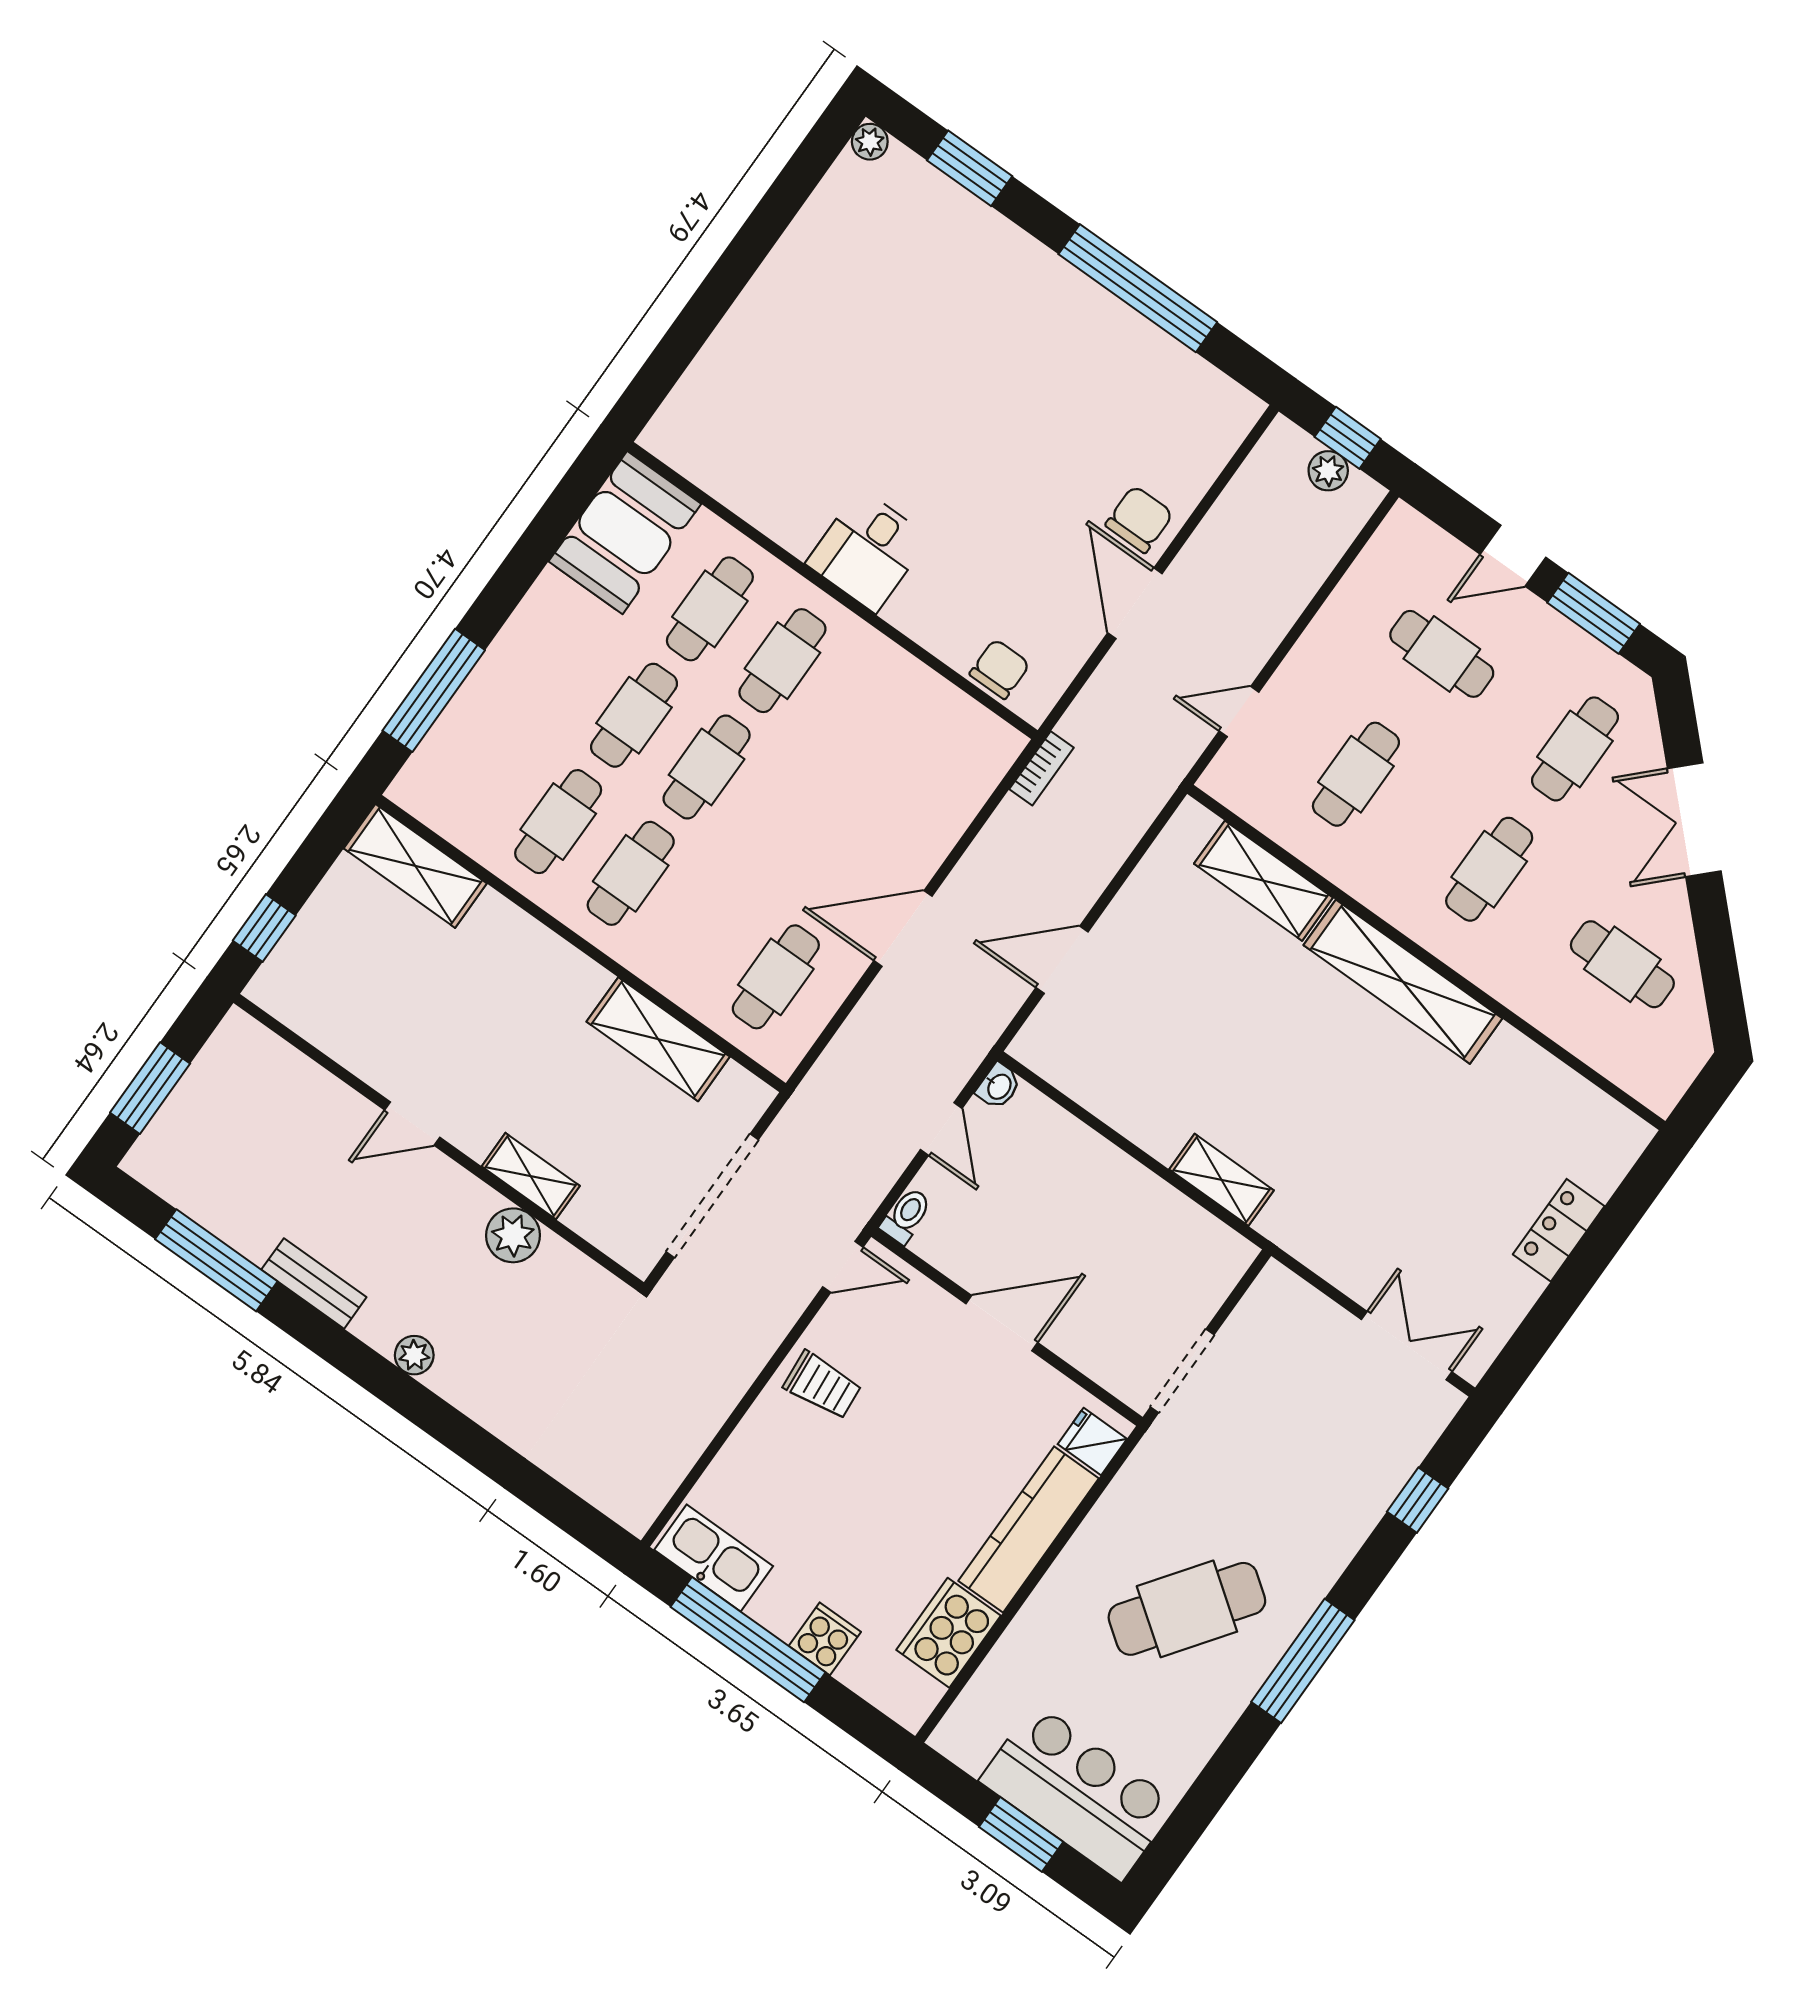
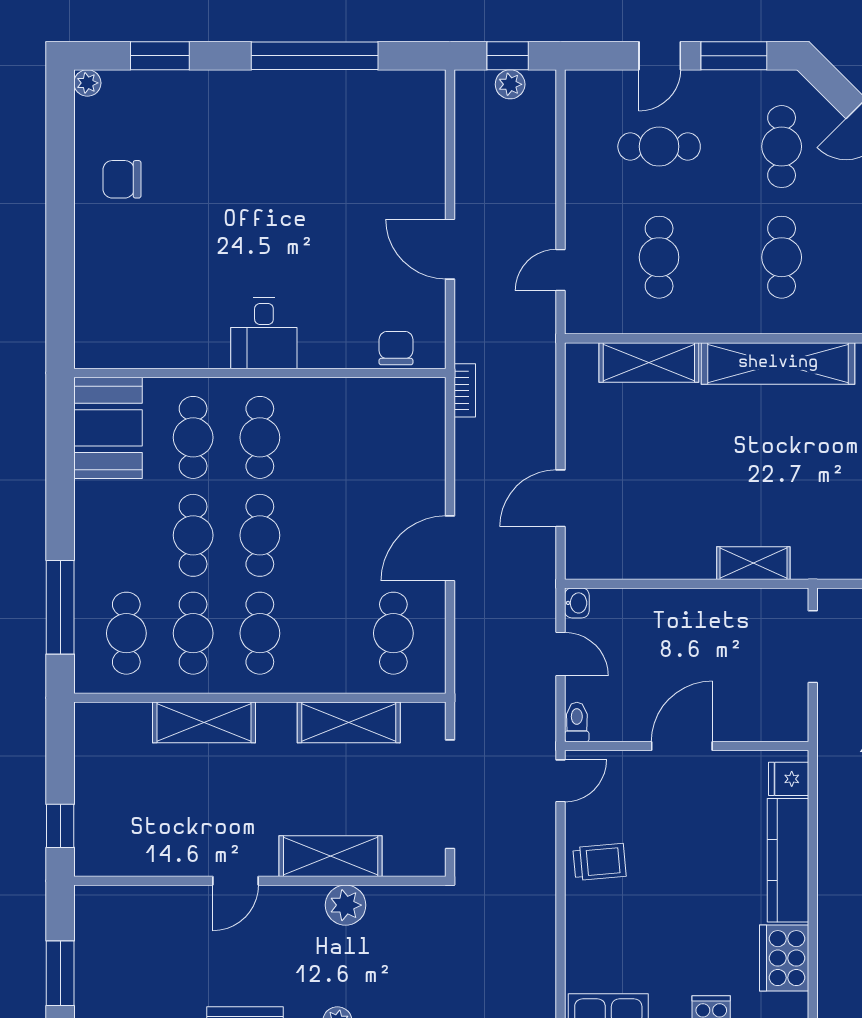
chair: (1139, 519) -> (122, 179), moved, turned -90
cafe table: (486, 770) -> (126, 633), added
shelving: (415, 866) -> (204, 722), moved
shelving: (531, 1176) -> (331, 856), width x1.50, depth x1.33
doorway: (1182, 1371) -> (813, 647), moved

